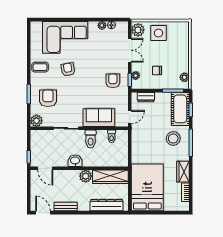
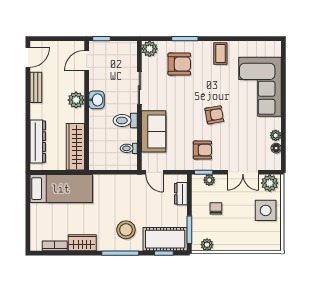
armchair: (68, 69) -> (214, 115), moved
plant: (86, 176) -> (76, 100), moved
bed: (147, 187) -> (61, 189), width x0.67

